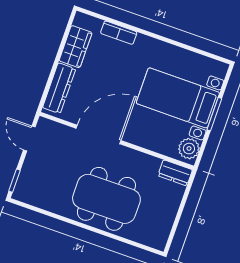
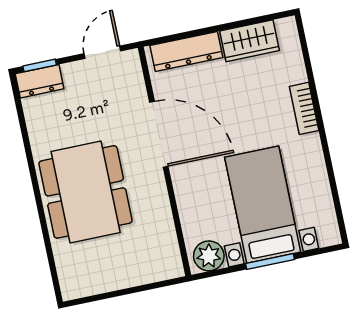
bookcase: (119, 33) -> (304, 108), moved
dresser: (175, 173) -> (40, 81), moved, turned -90

